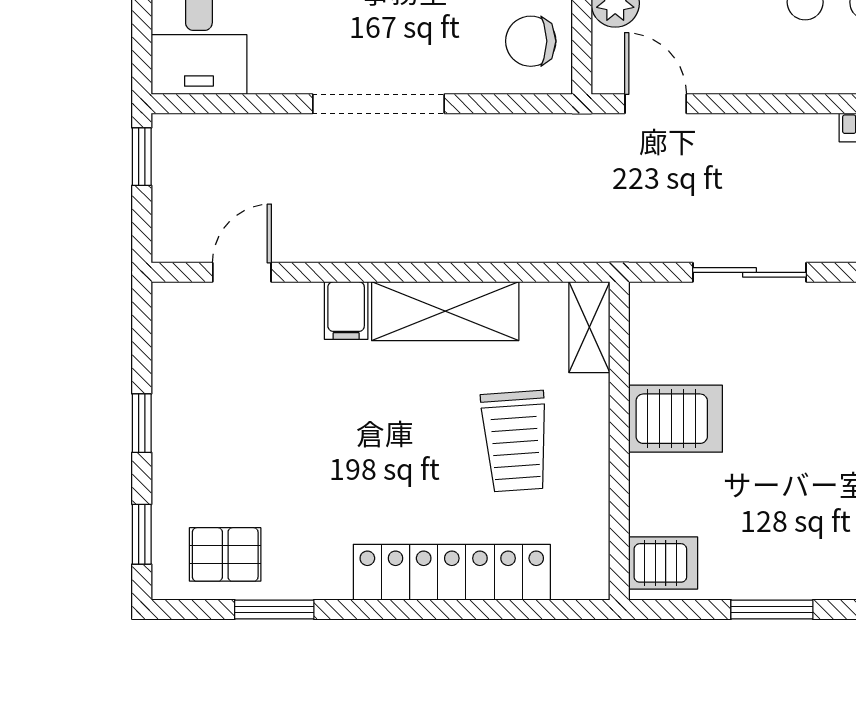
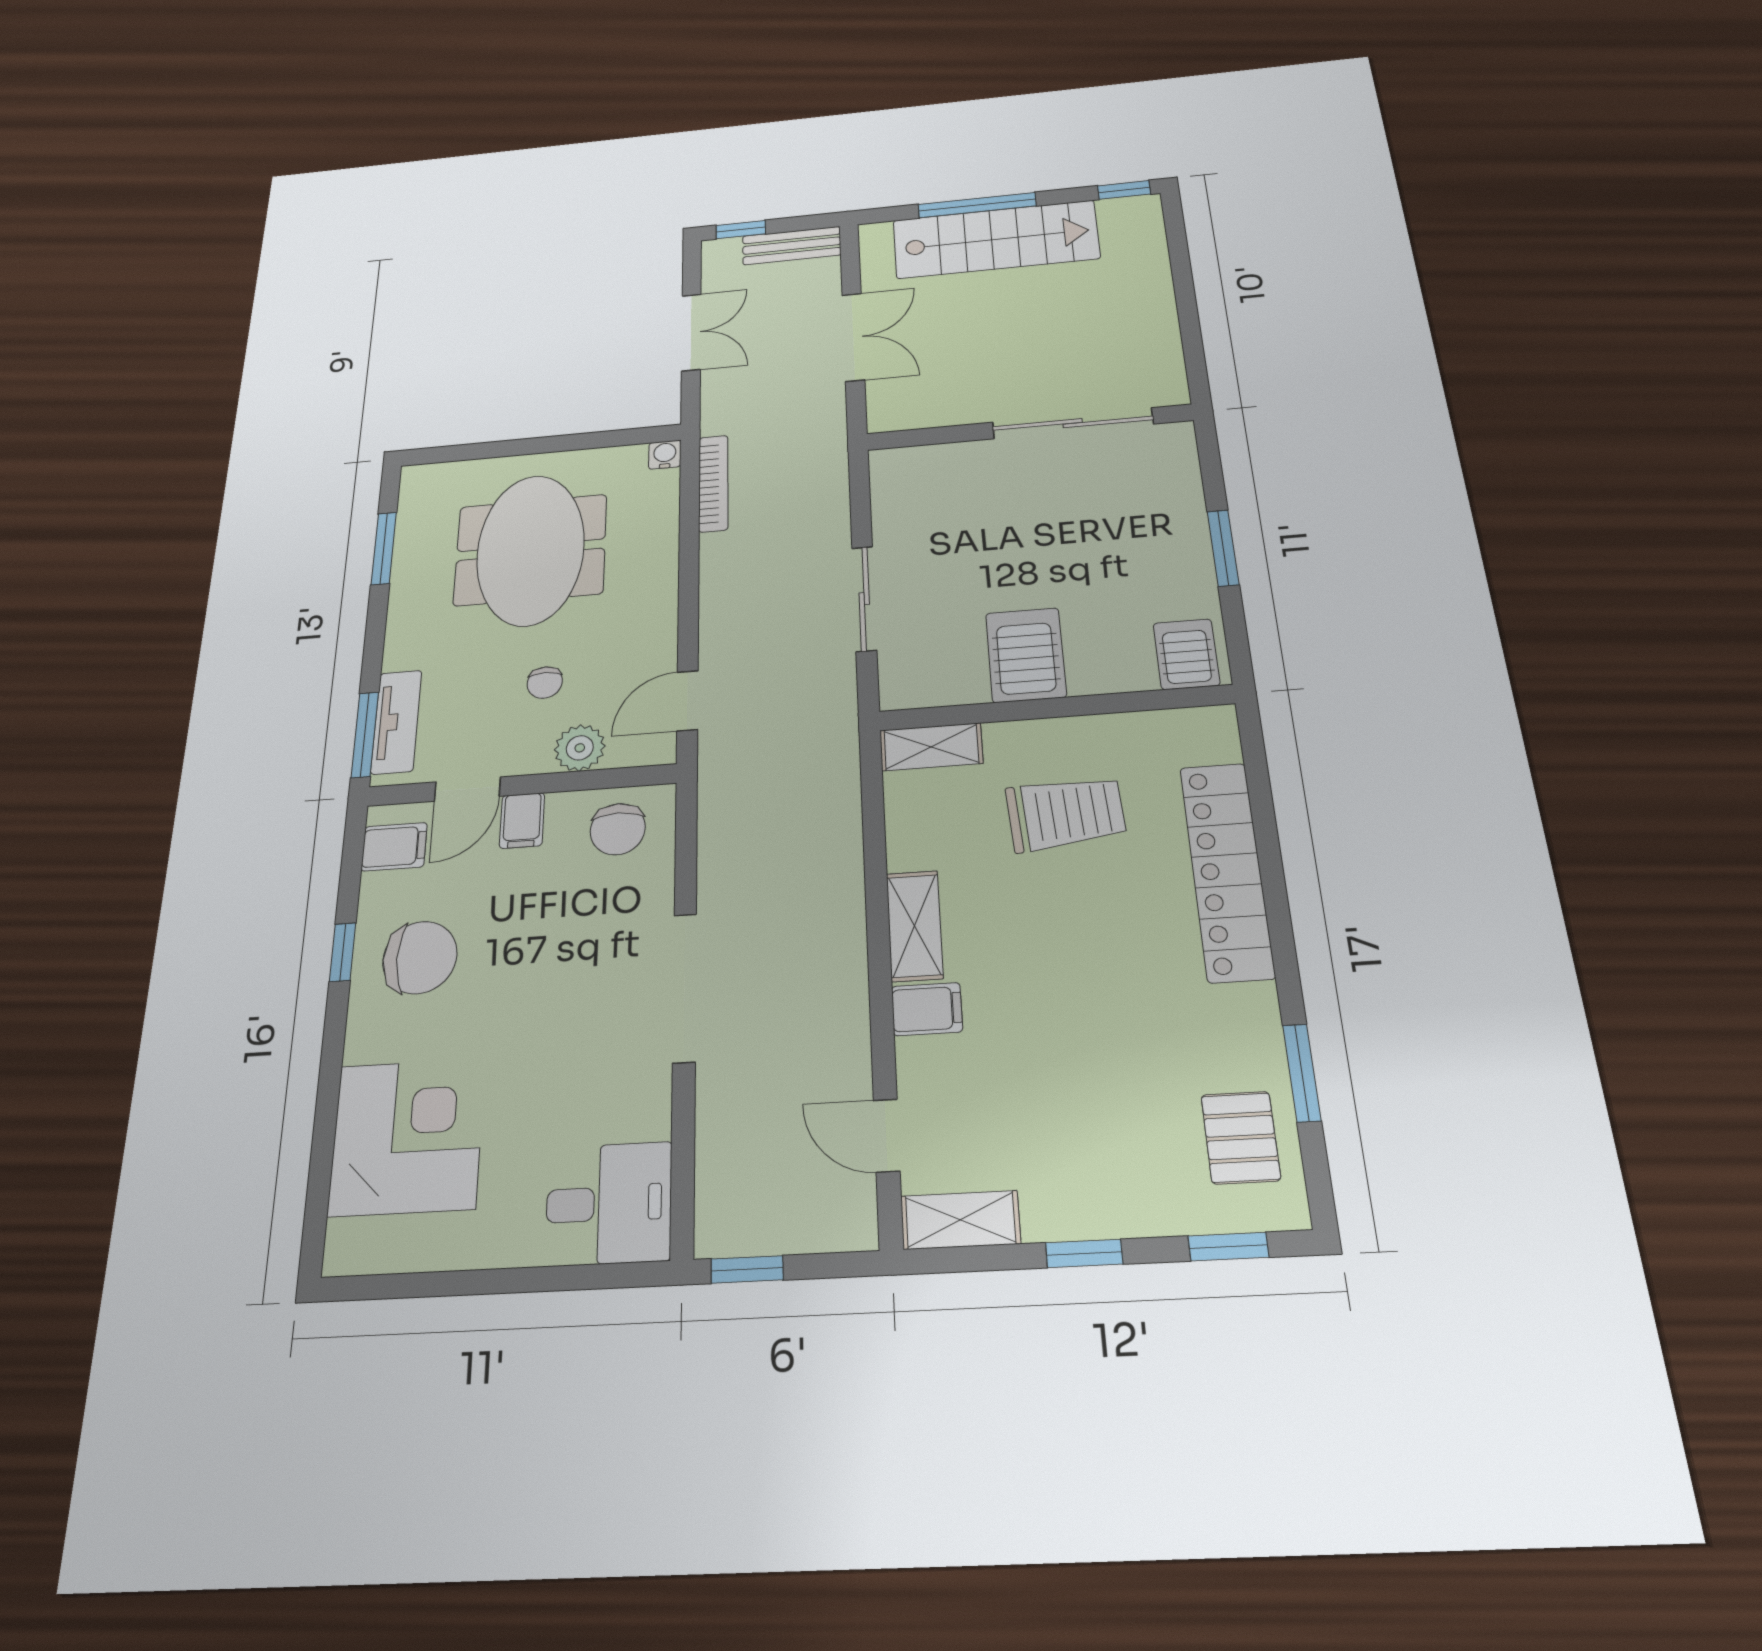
shelving: (445, 311) -> (914, 926), width x0.67, depth x0.75
shelving: (172, 328) -> (960, 1220), added

